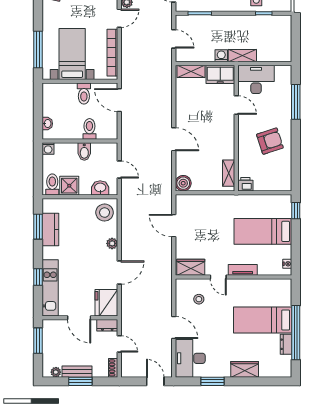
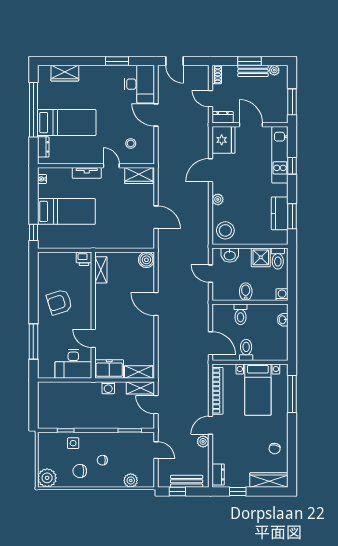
shelving: (242, 56) -> (140, 388), moved
dresser: (286, 344) -> (43, 147), moved
wardrobe: (245, 369) -> (65, 73), moved

